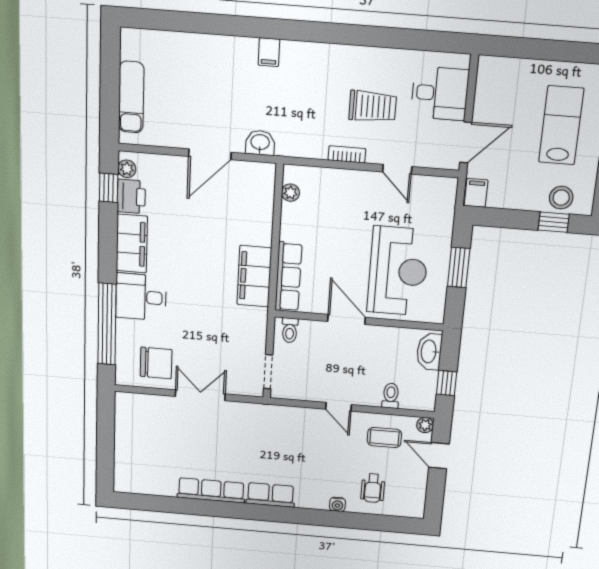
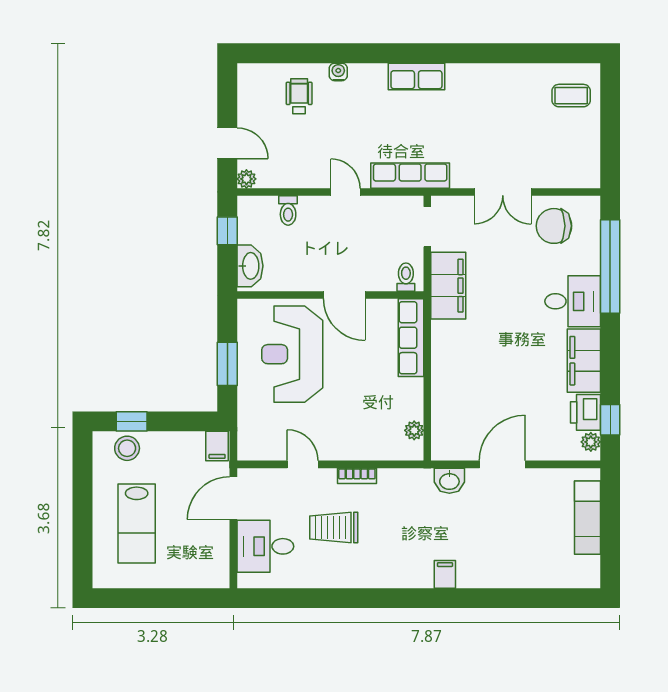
filing cabinet: (254, 276) -> (448, 286), moved
coffee table: (384, 438) -> (571, 96), moved
row of seats: (211, 490) -> (410, 176), moved, turned 180

